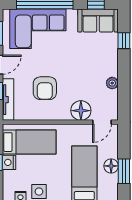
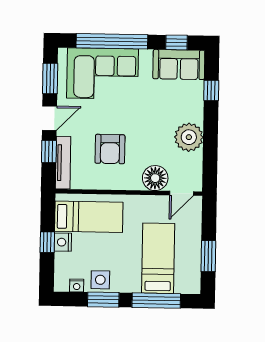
plant: (112, 83) -> (189, 137), width x1.88, depth x1.88
floor lamp: (111, 166) -> (192, 249), removed

